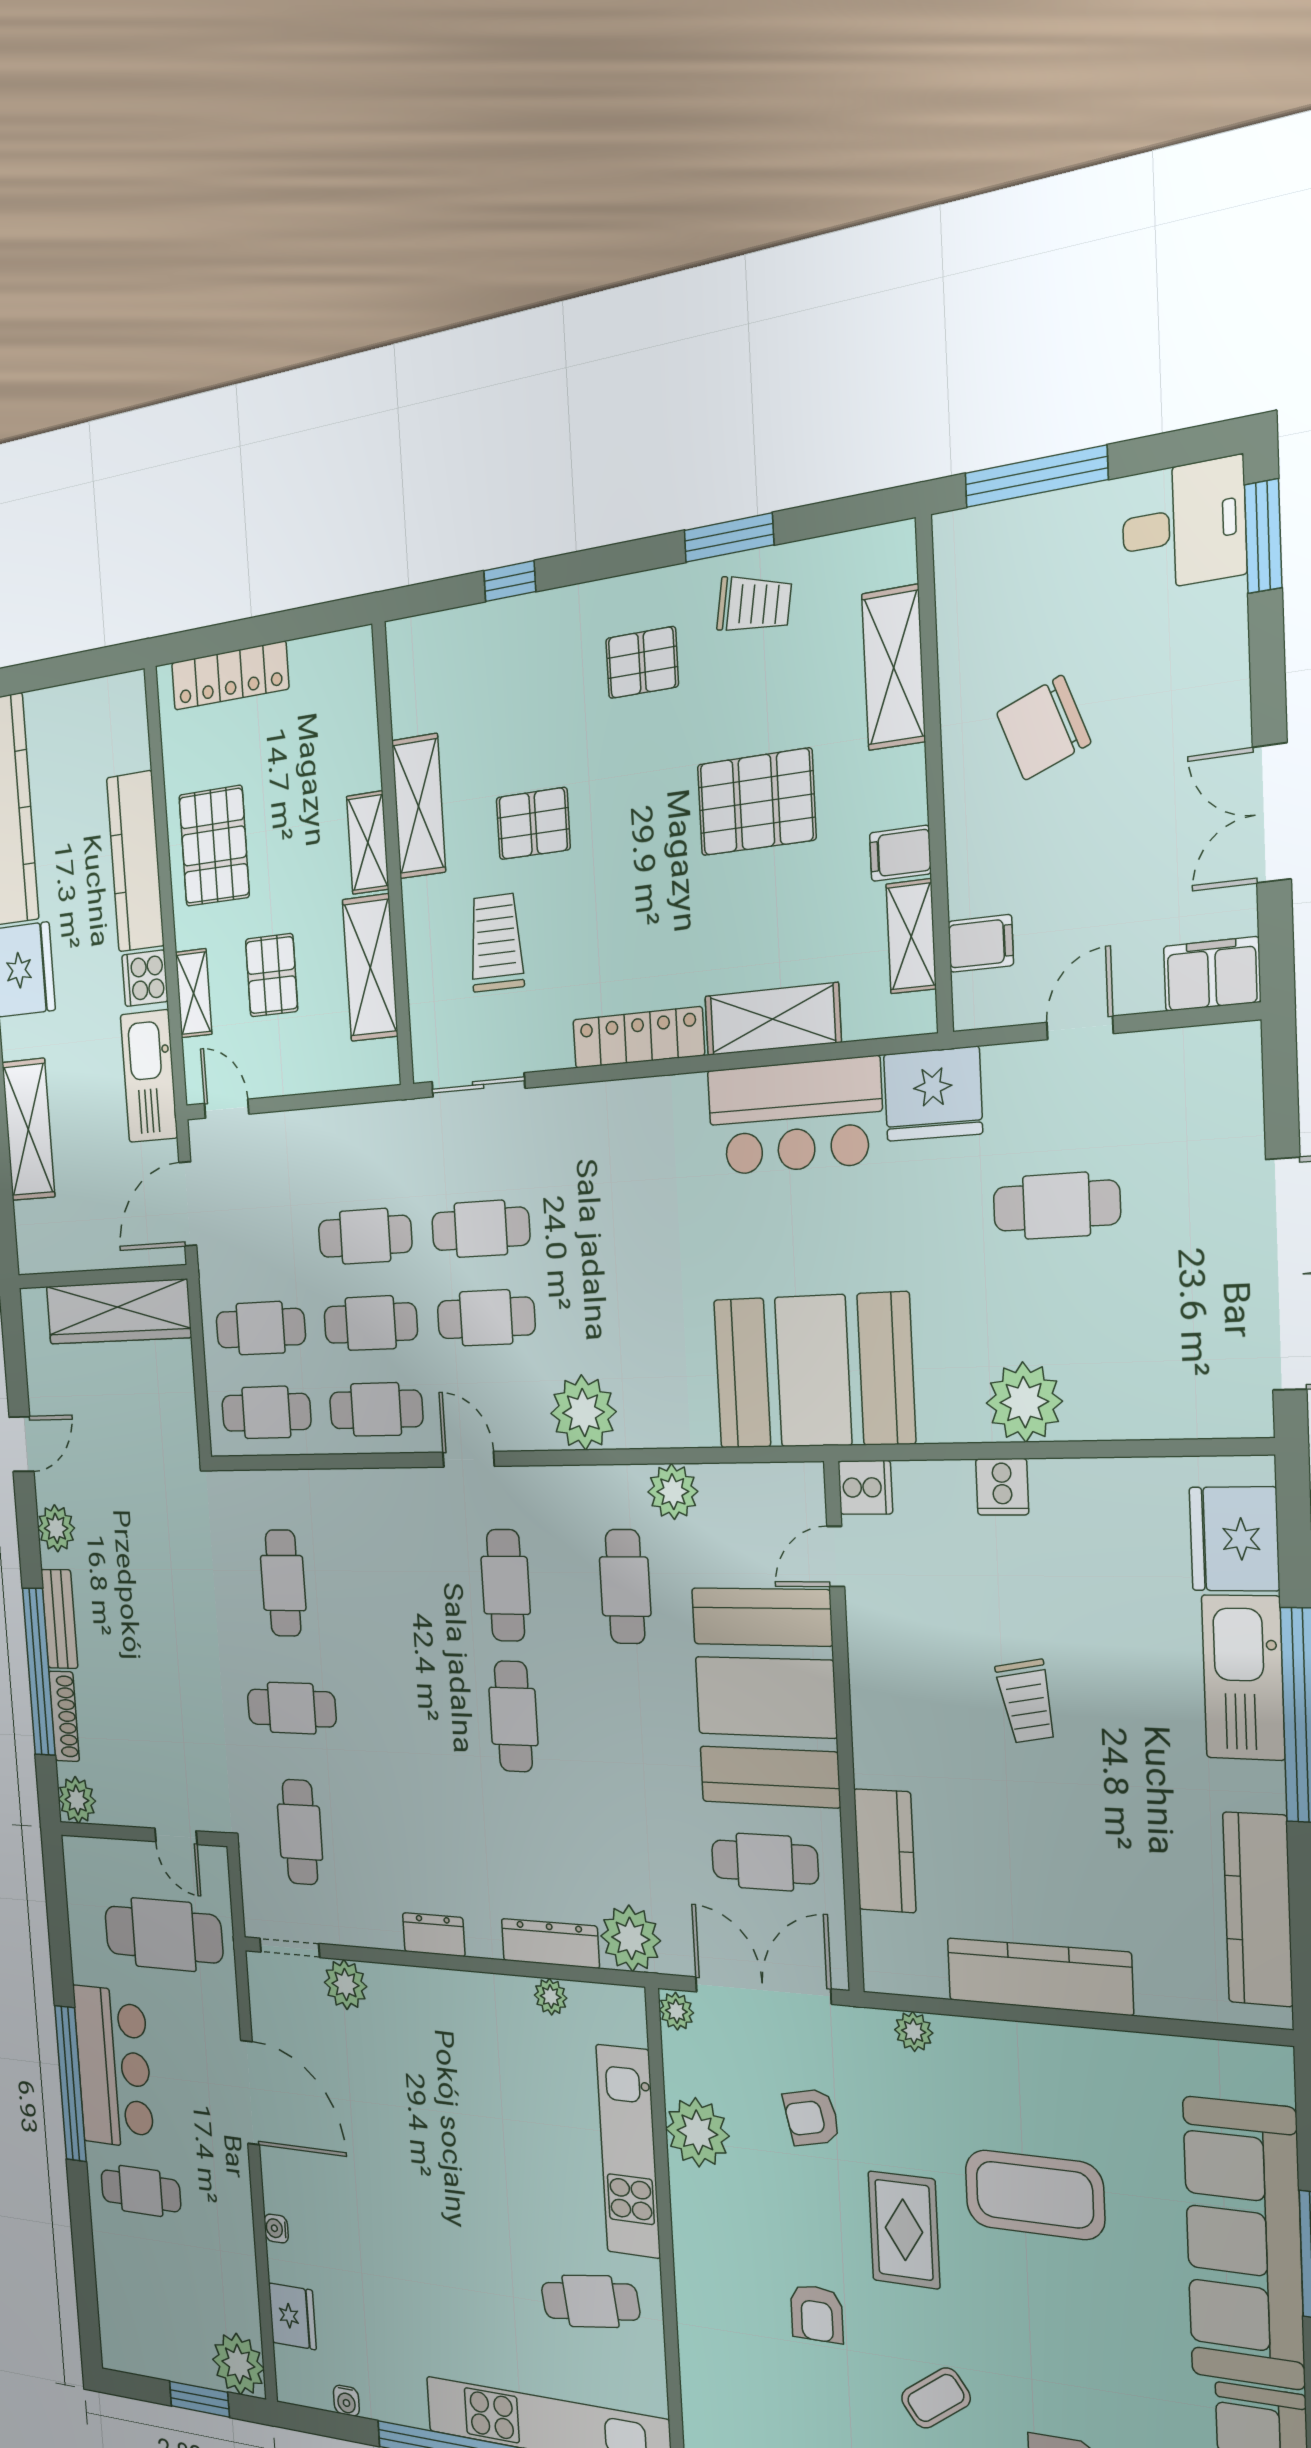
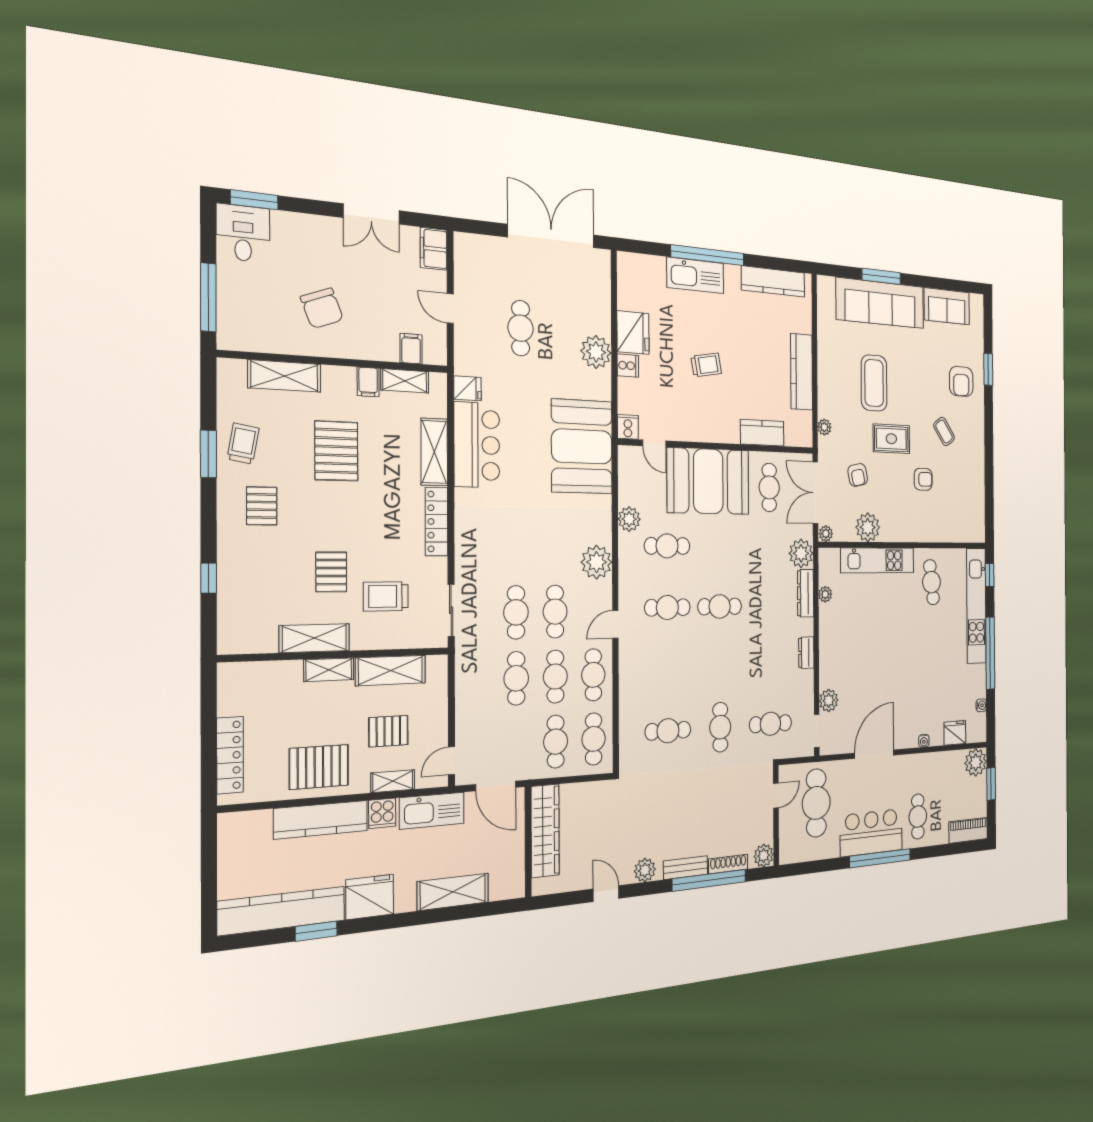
fridge: (933, 1094) -> (467, 388), width x0.53, depth x0.75
fridge: (1234, 1539) -> (633, 333), moved, turned -90
piano: (117, 2320) -> (968, 830), added

